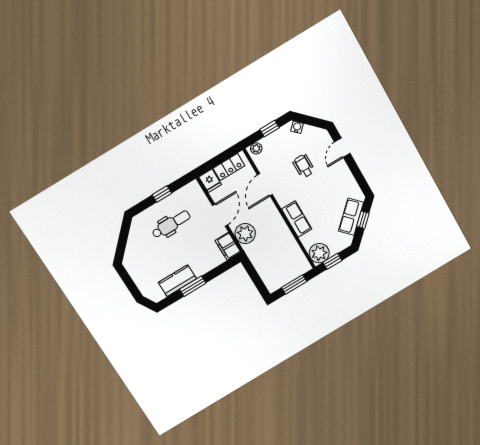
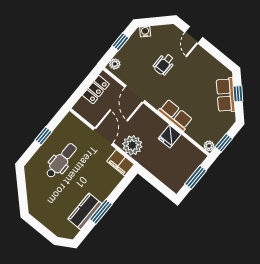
wheelchair: (304, 166) -> (164, 64), turned -90
fridge: (210, 181) -> (170, 136), moved, turned 90
plant: (319, 253) -> (209, 146), width x0.53, depth x0.53

